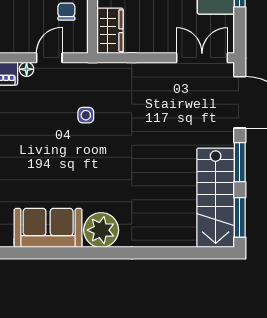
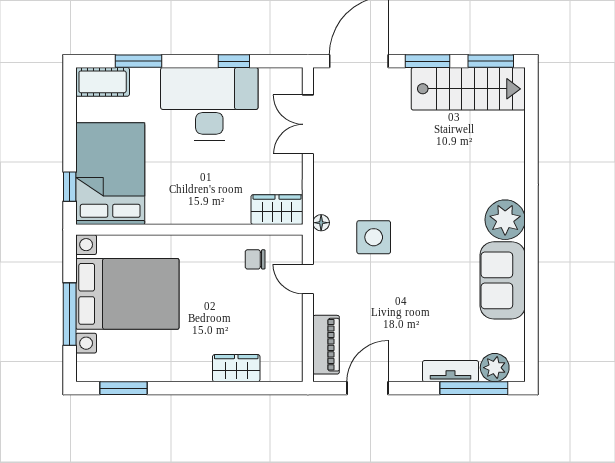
double door: (202, 58) -> (308, 124), moved
floor lamp: (27, 69) -> (321, 223), moved
side table: (86, 115) -> (374, 237), width x1.87, depth x1.87

